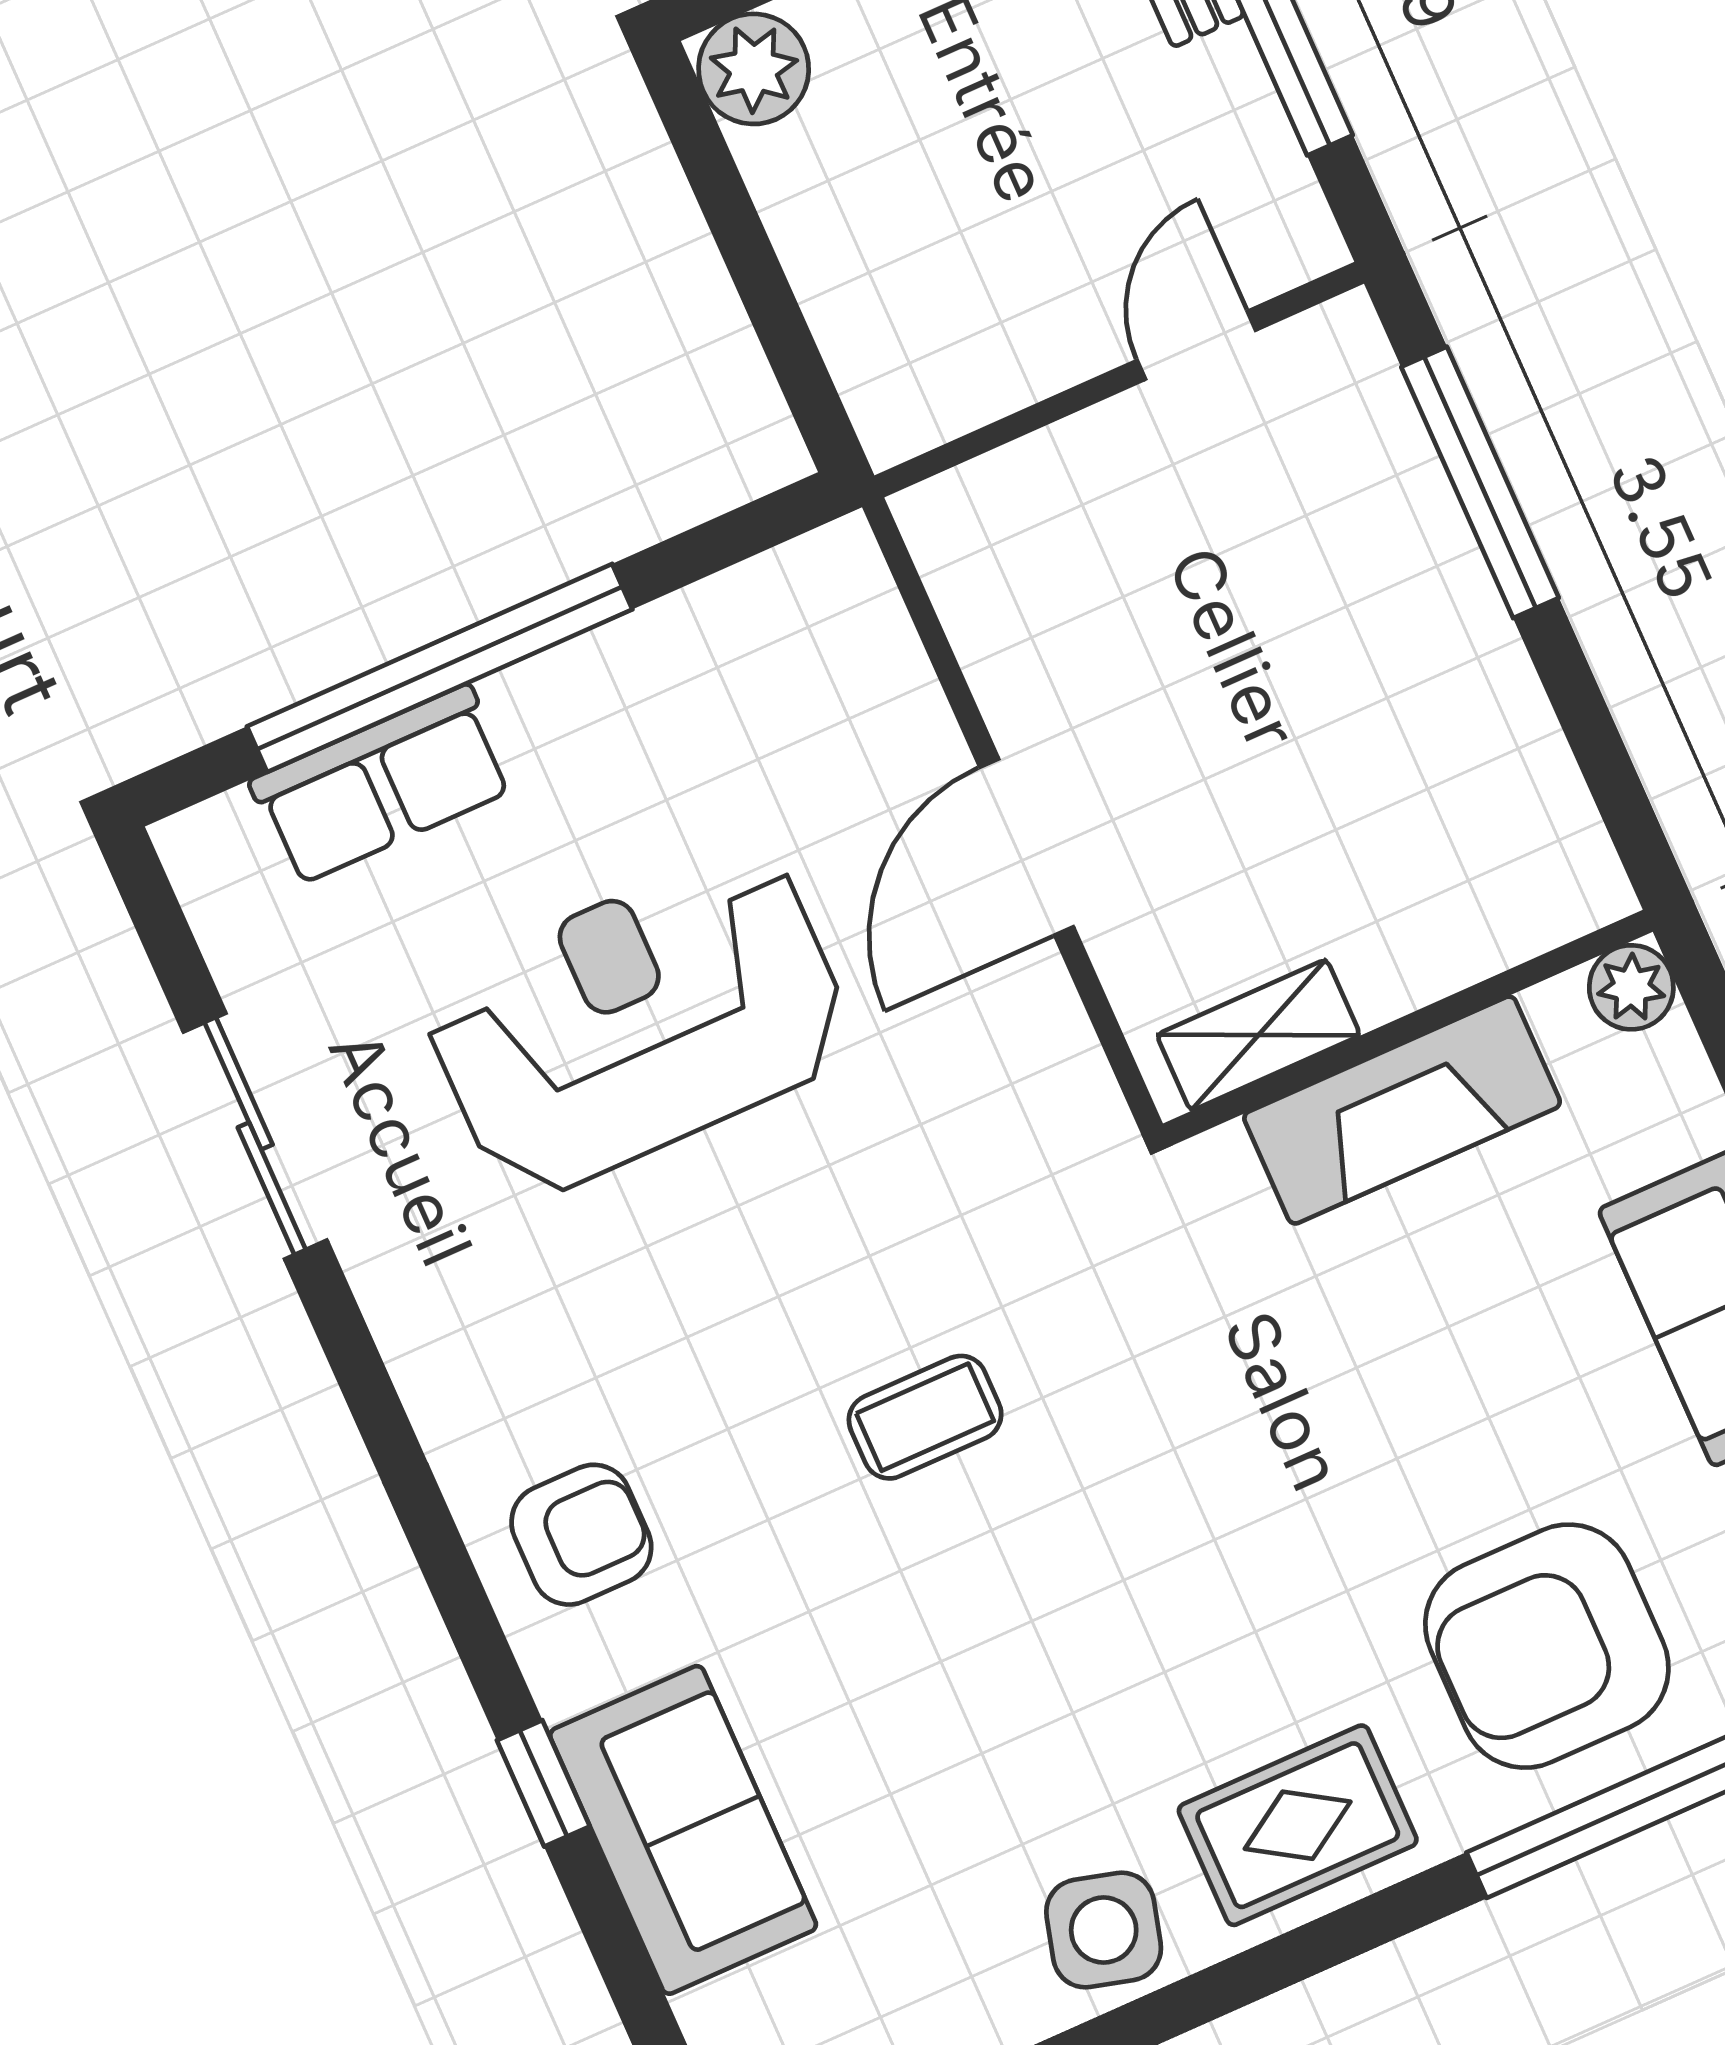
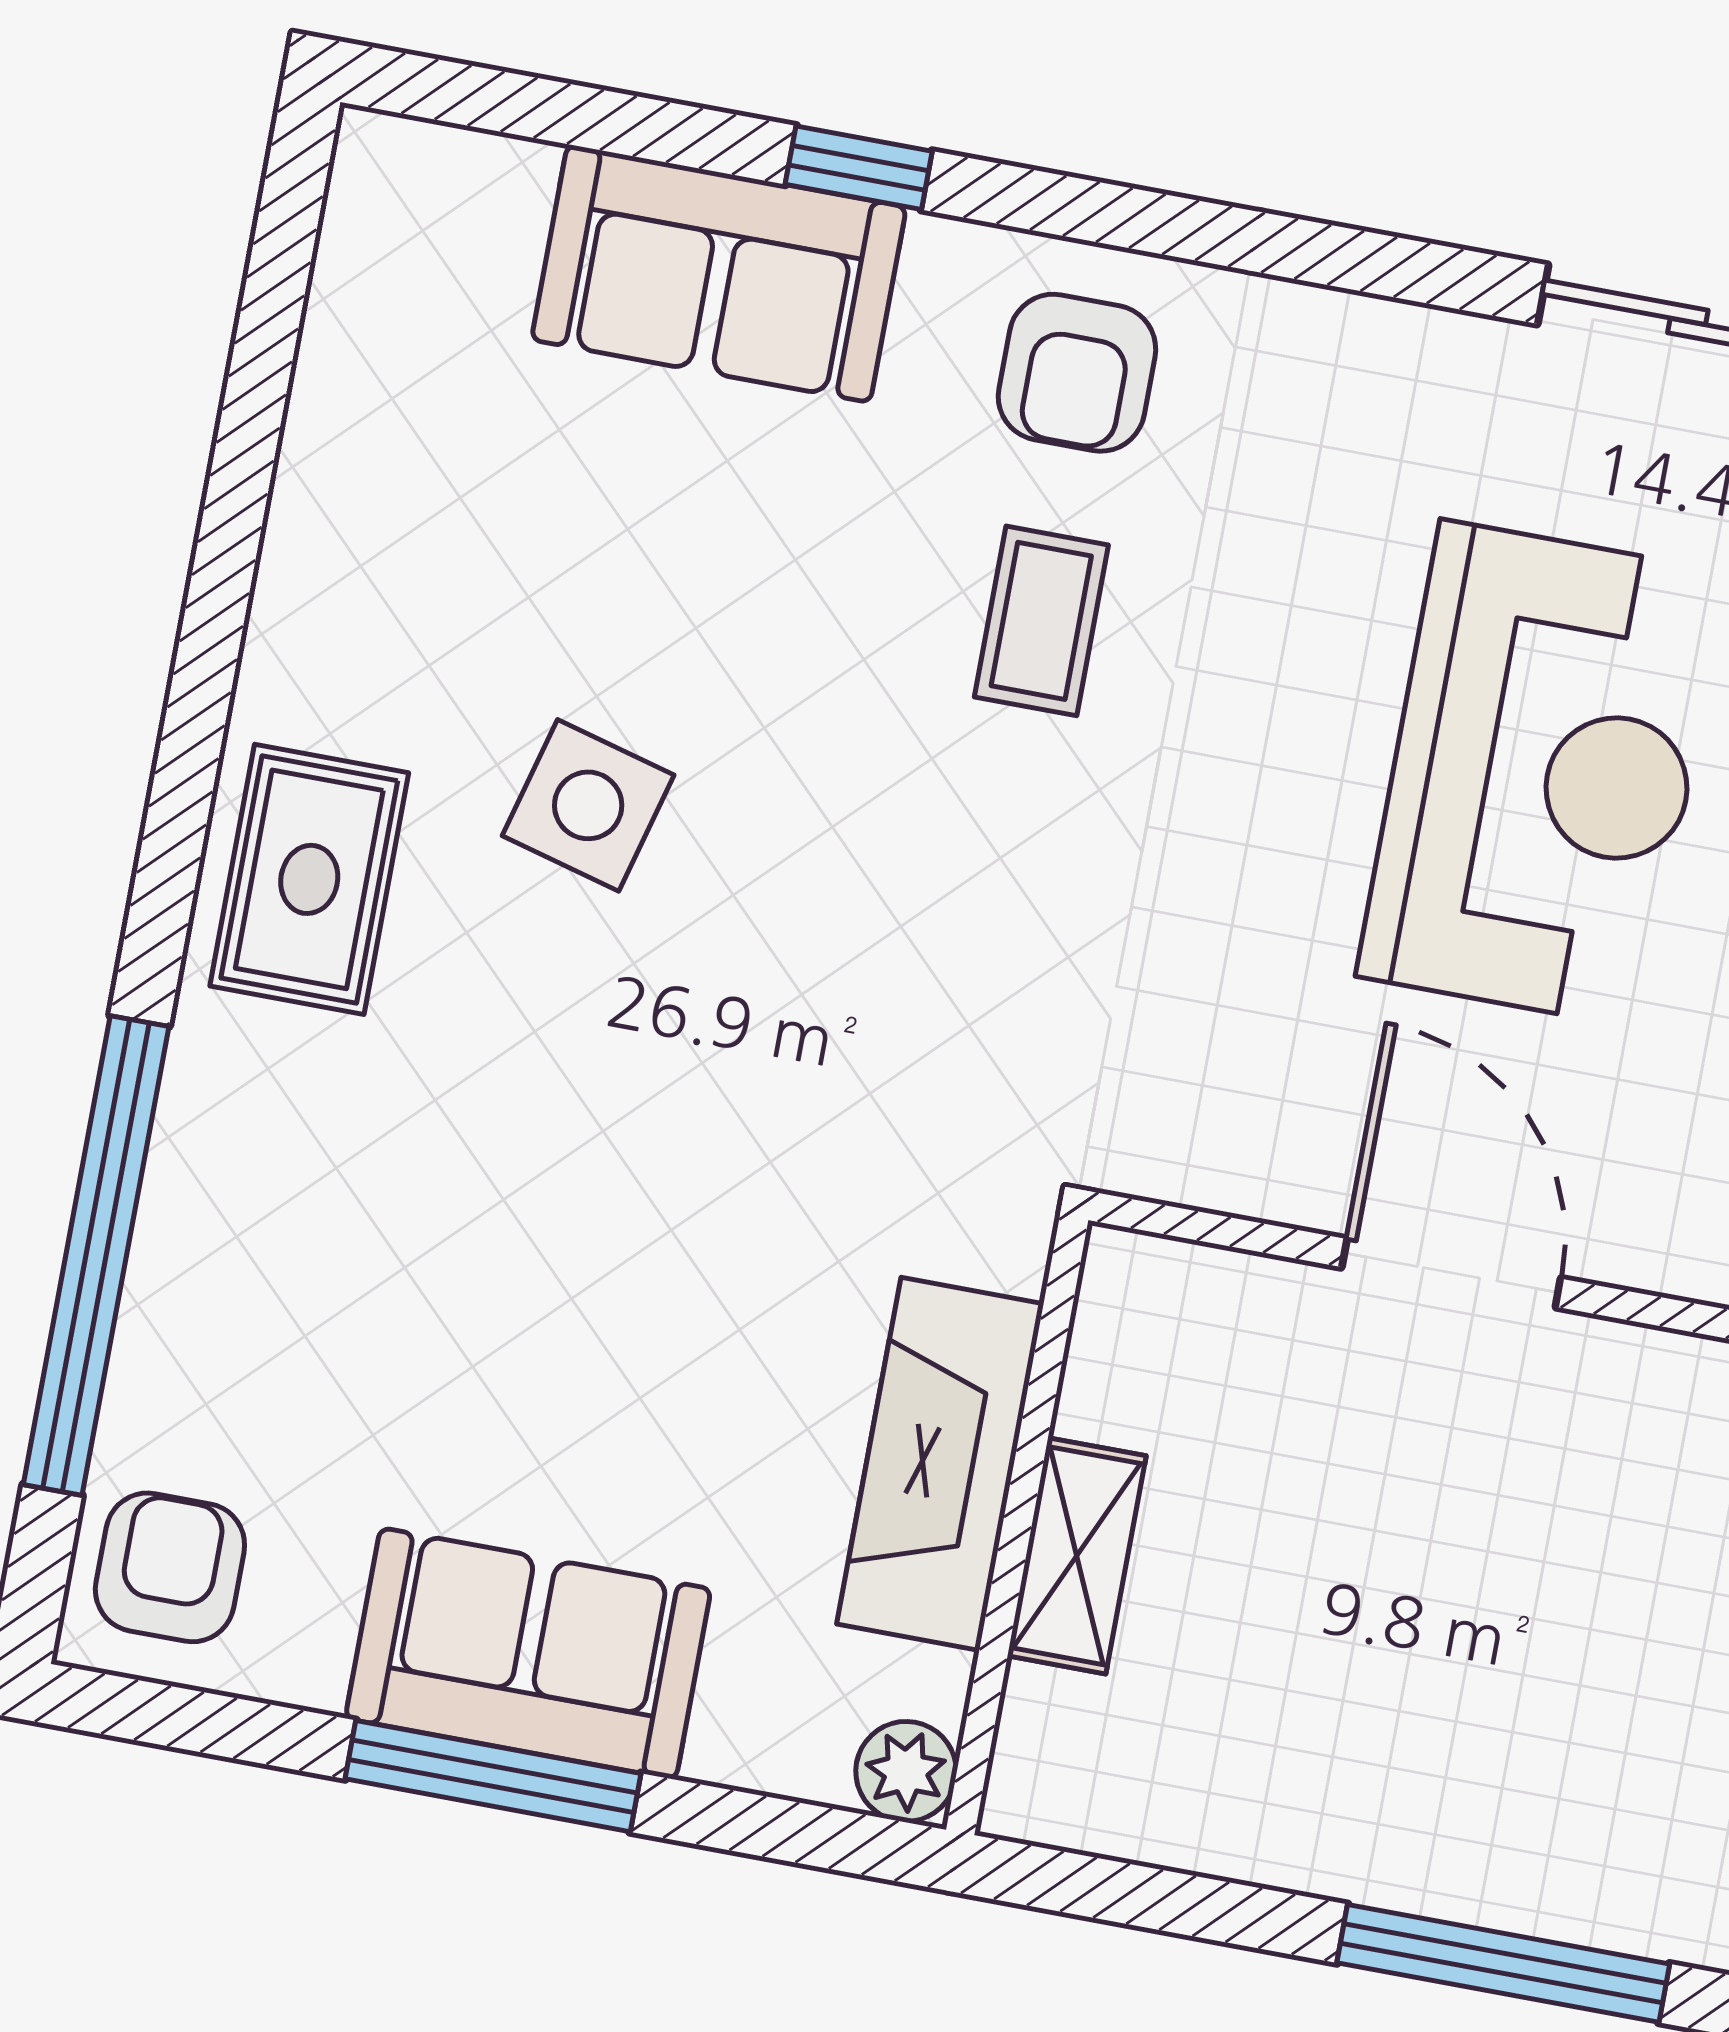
shelving: (1258, 1035) -> (1077, 1556), moved
coffee table: (925, 1417) -> (1041, 621), moved
armchair: (1547, 1646) -> (317, 1245), removed
side table: (1104, 1930) -> (588, 805), moved

